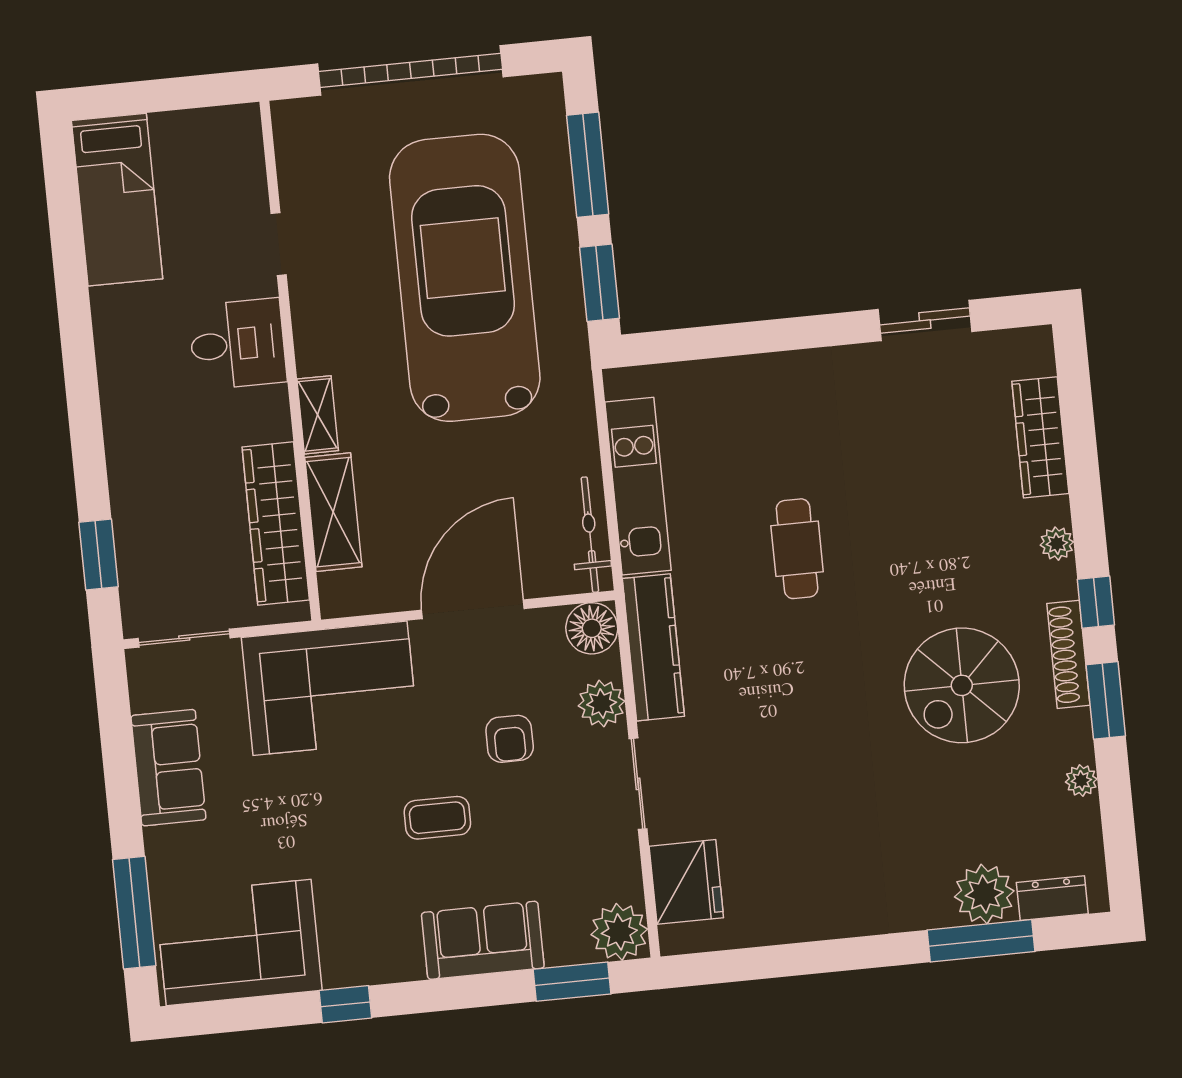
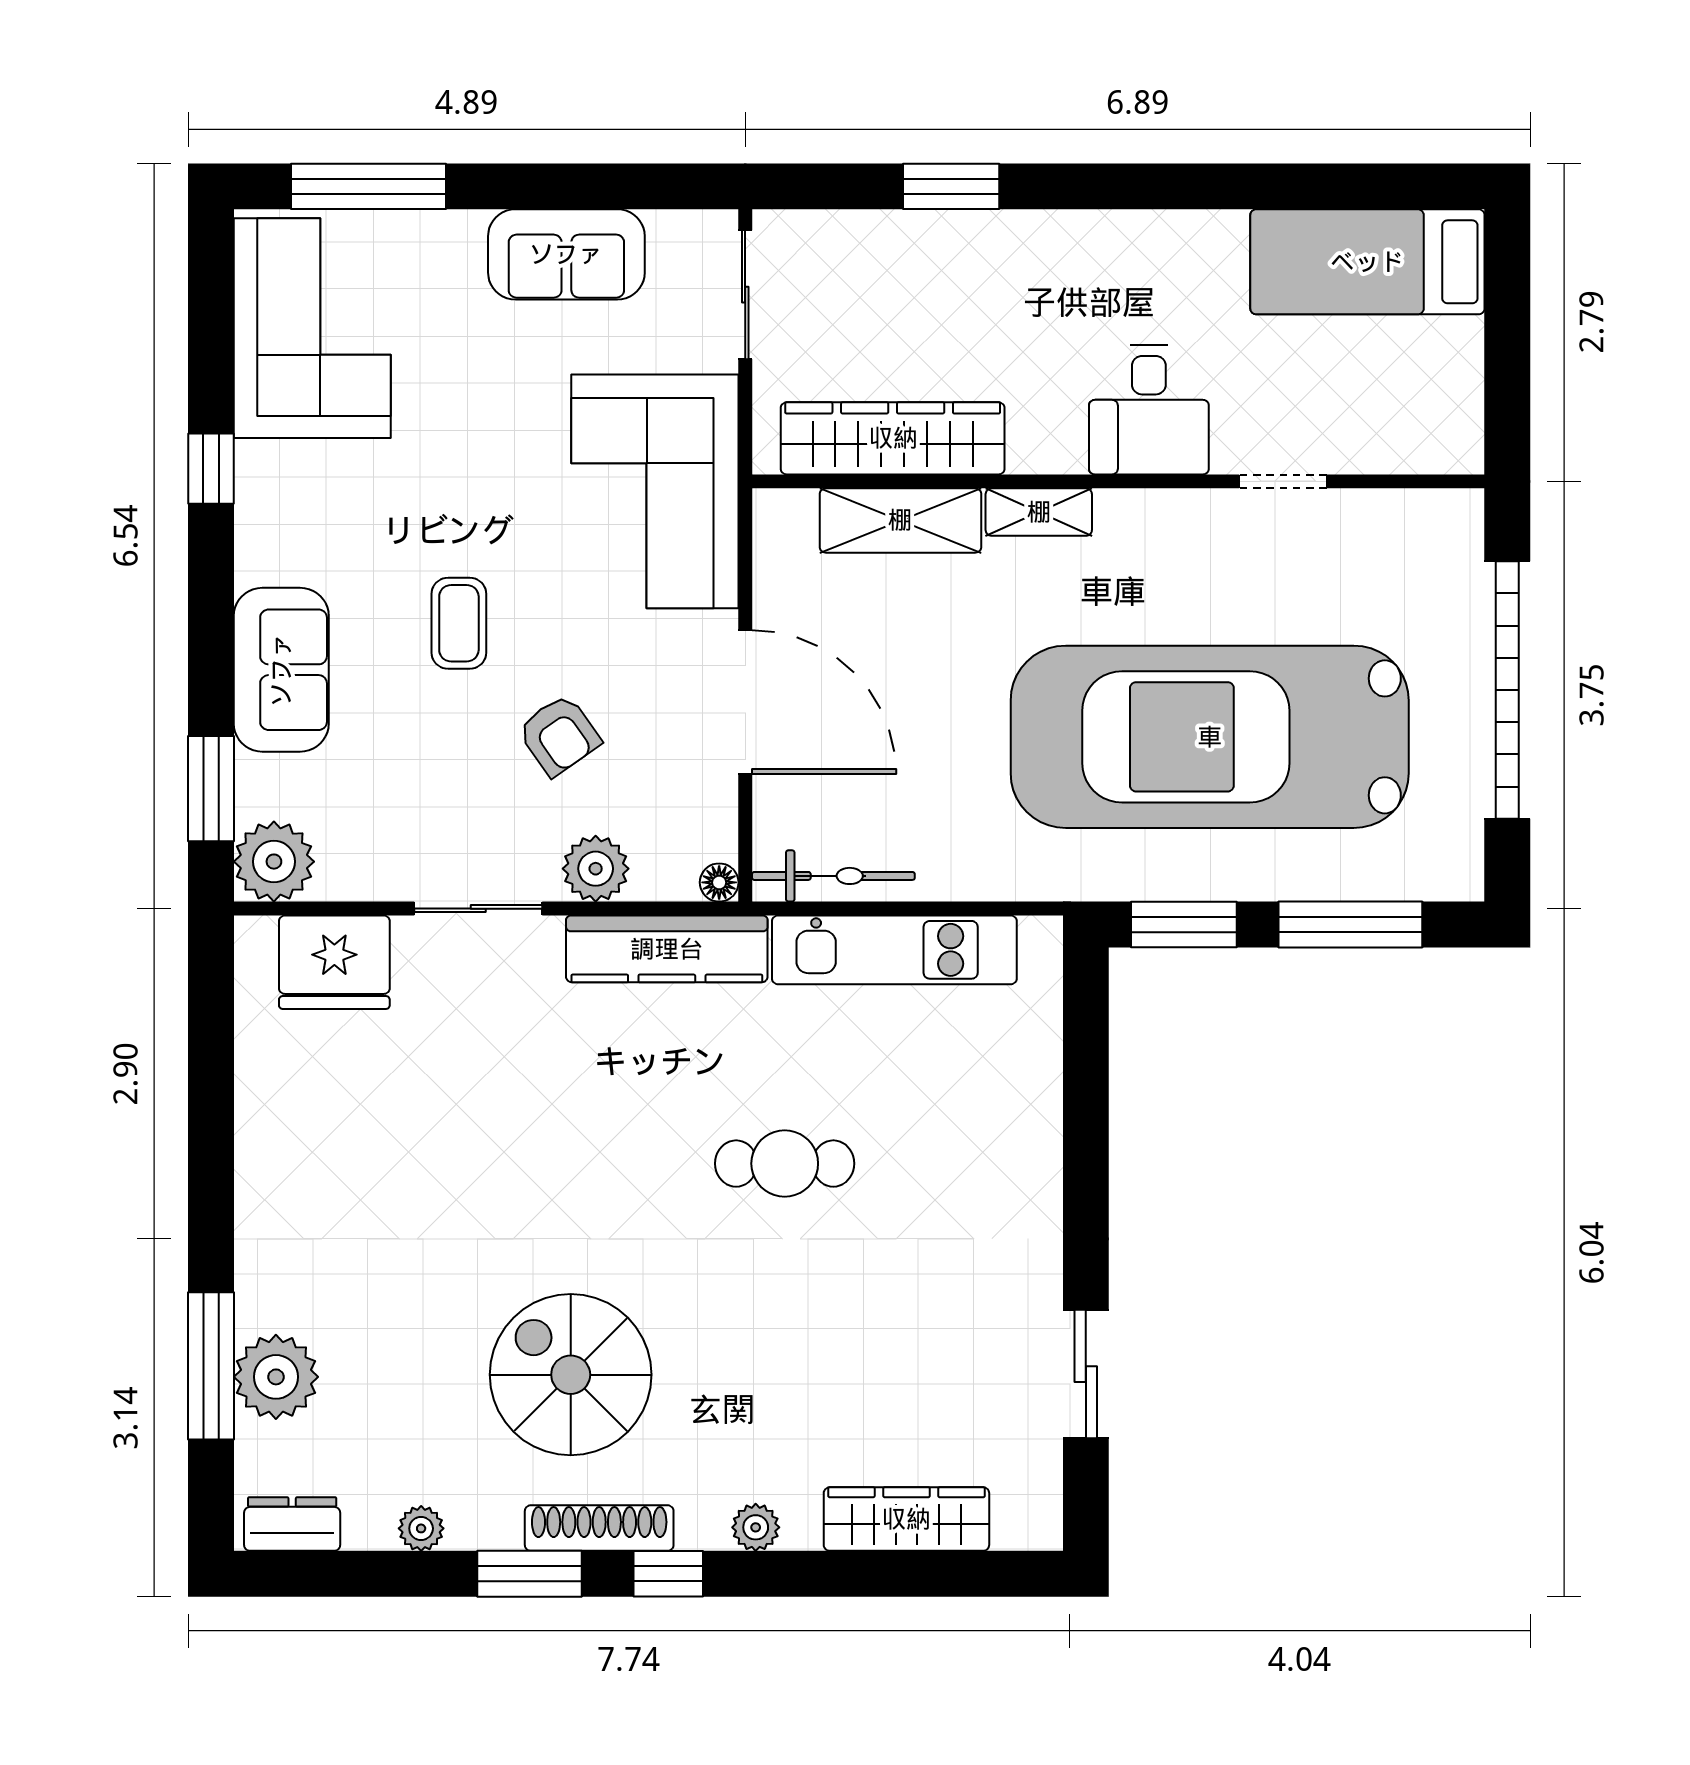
car: (465, 278) -> (1210, 737), turned 180
window: (99, 554) -> (951, 186), moved
floor lamp: (592, 628) -> (719, 882), width x0.53, depth x0.53
armchair: (510, 739) -> (559, 735), turned -125
dresser: (1052, 898) -> (292, 1524), moved, turned -90

